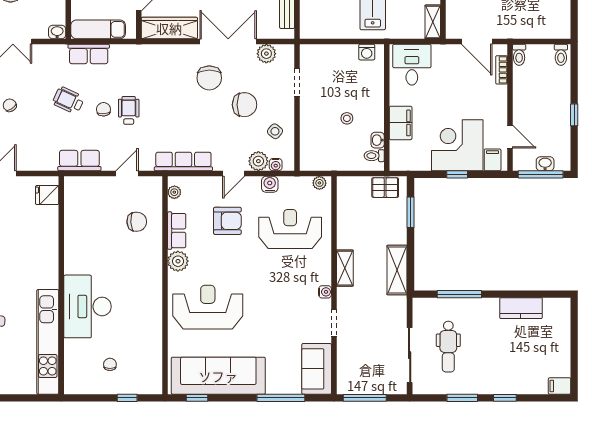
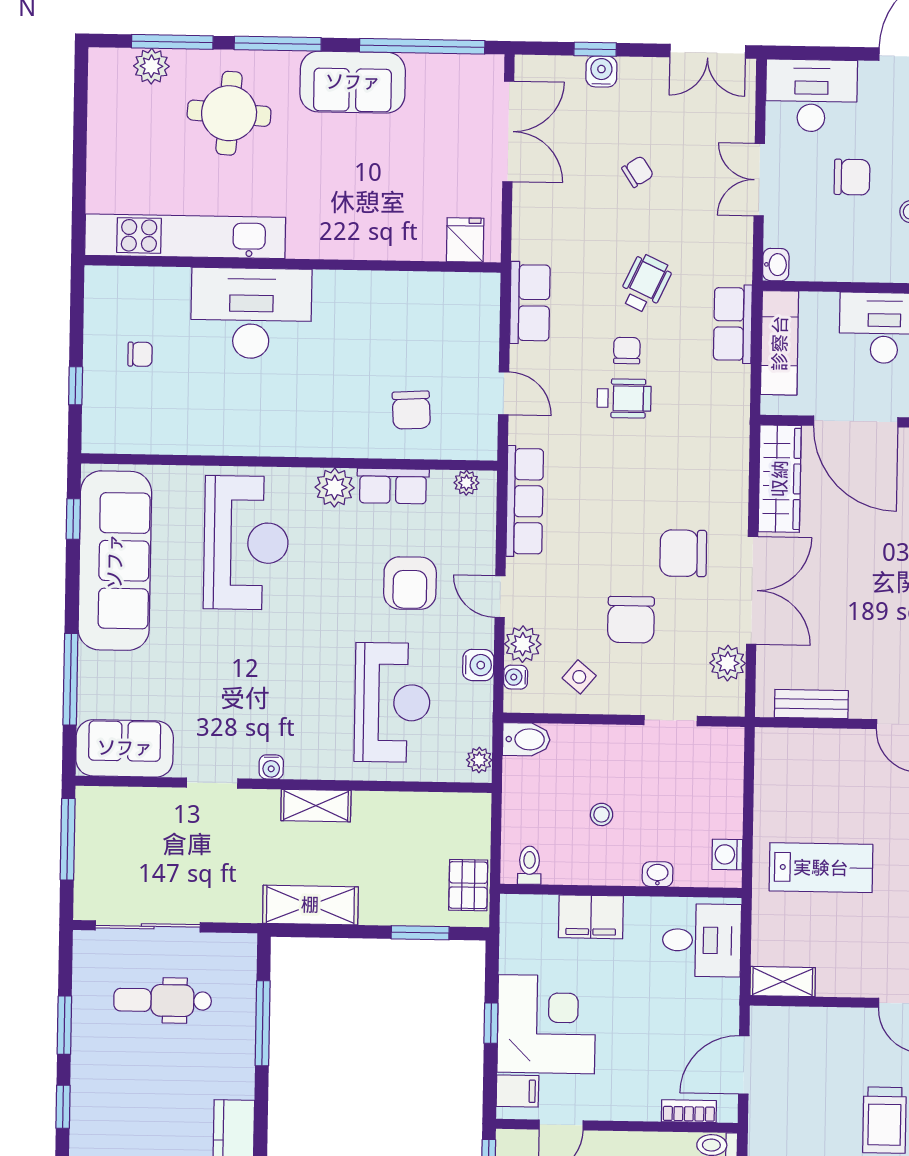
chair: (104, 109) -> (627, 351), turned -86
washbasin: (378, 140) -> (658, 874), moved
bidet: (308, 158) -> (526, 739), added

